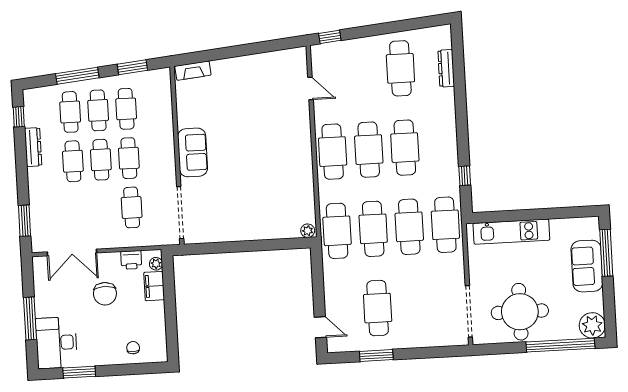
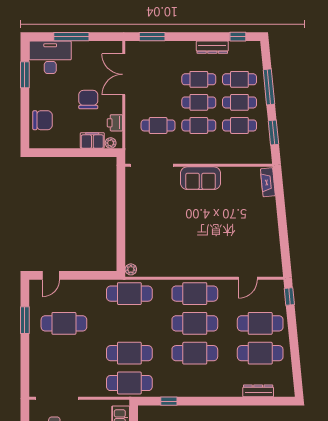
cafe table: (373, 229) -> (260, 323), moved
chair: (105, 294) -> (88, 100), turned 90
chair: (133, 348) -> (43, 120), width x1.87, depth x1.87

